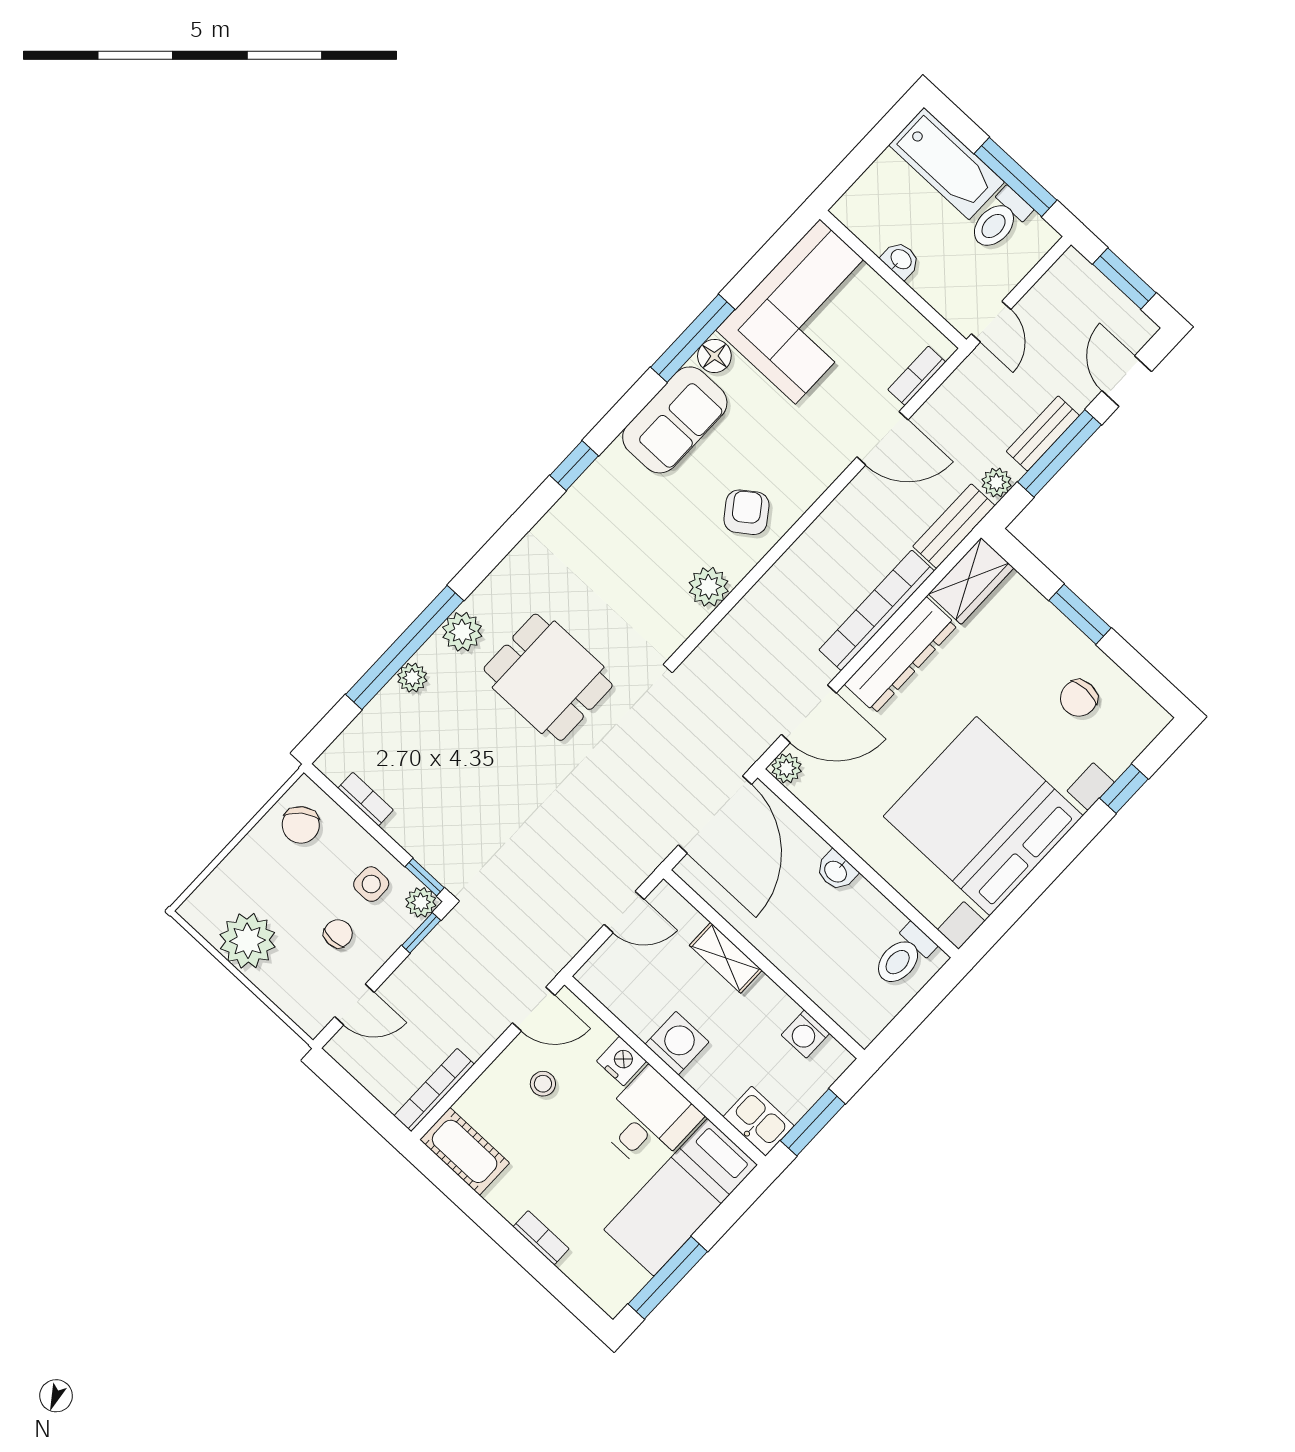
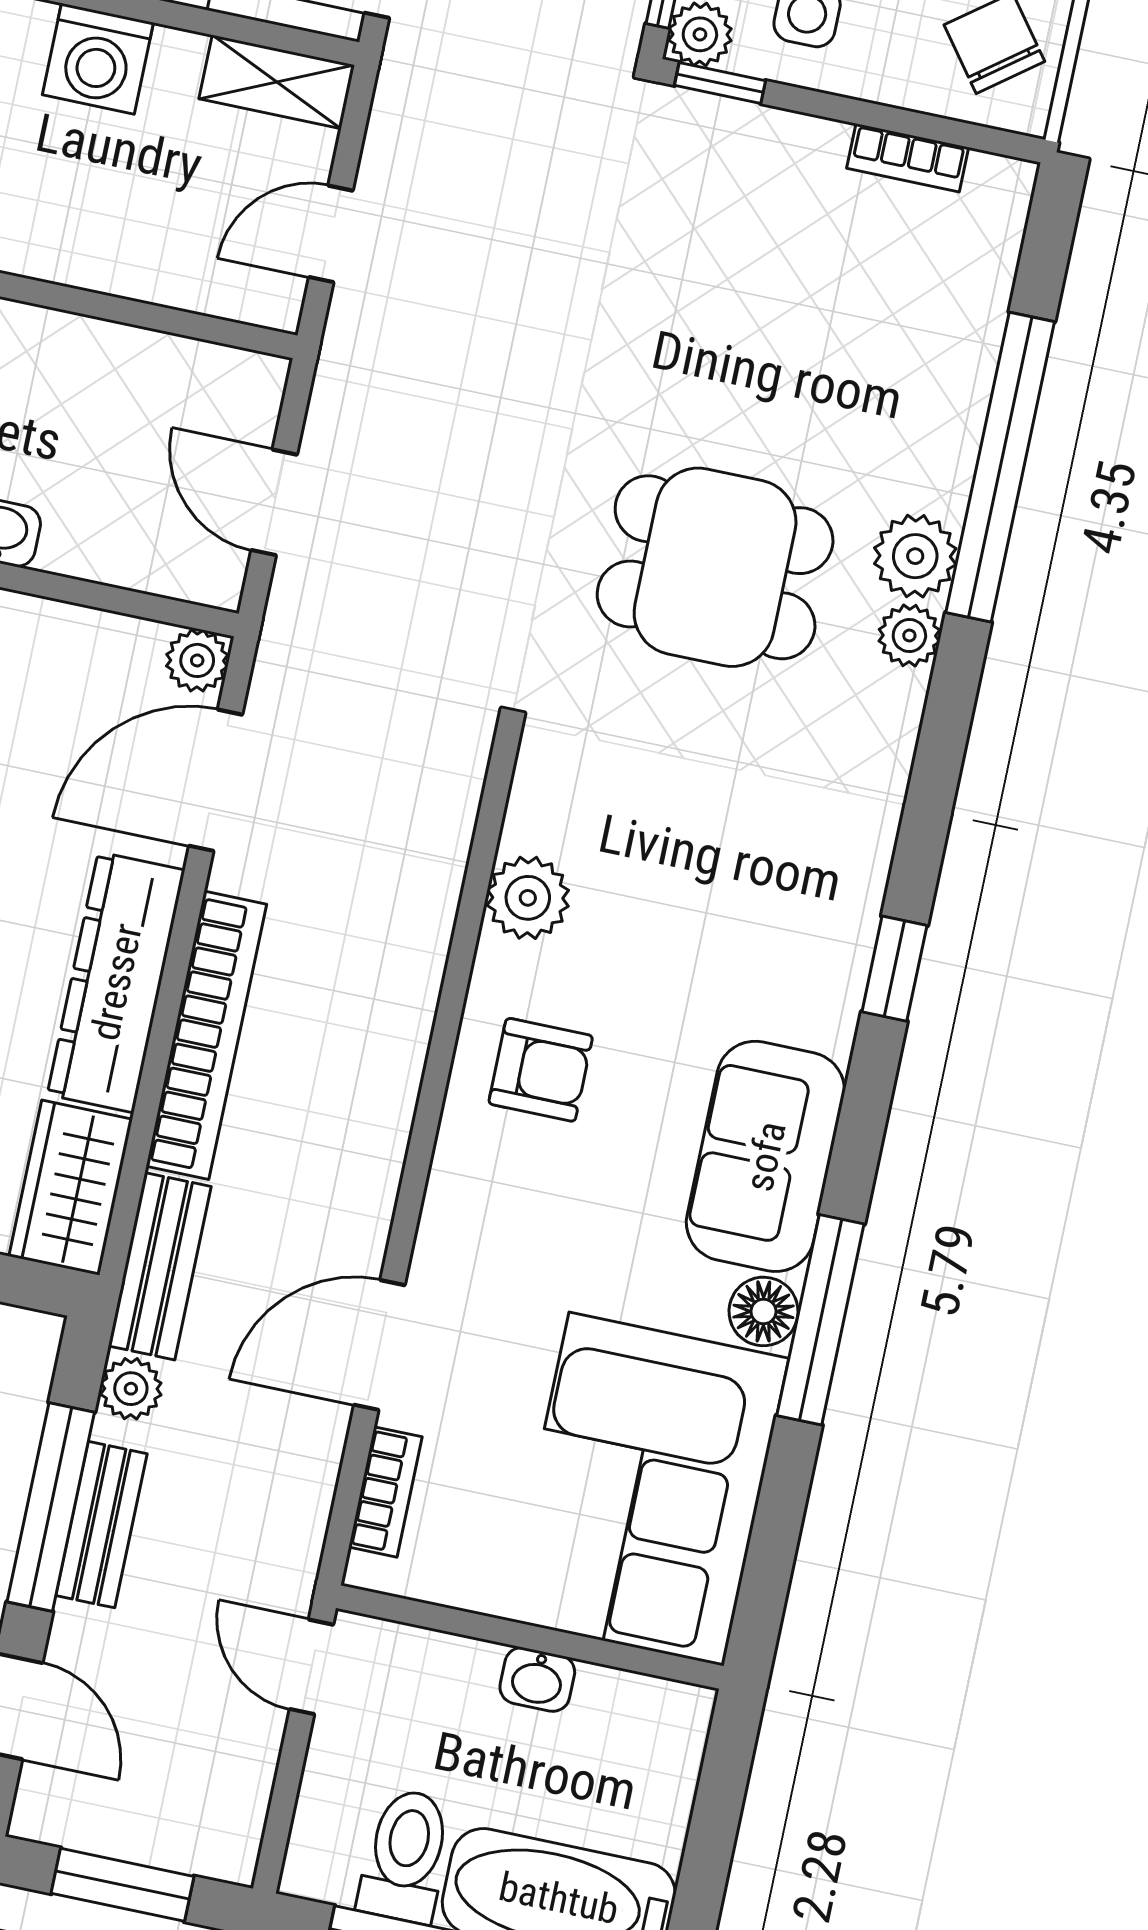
armchair: (746, 512) -> (541, 1070), turned -54
plant: (412, 678) -> (909, 635), moved
door: (715, 815) -> (274, 502), width x0.53
shelving: (726, 958) -> (277, 82), moved

